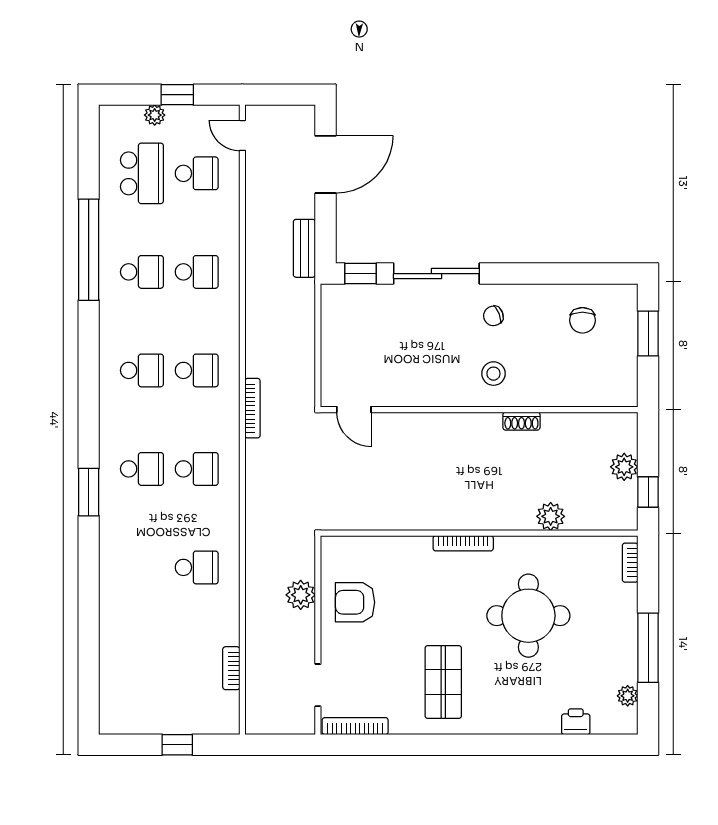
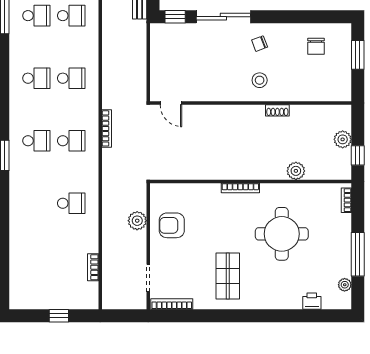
bookcase: (253, 408) -> (107, 128), moved

